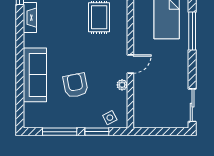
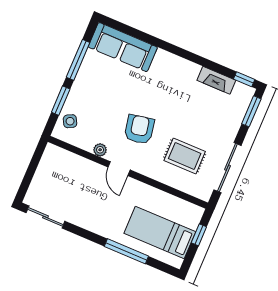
sofa: (35, 75) -> (123, 47), moved
armchair: (75, 85) -> (139, 129), moved, turned -90

